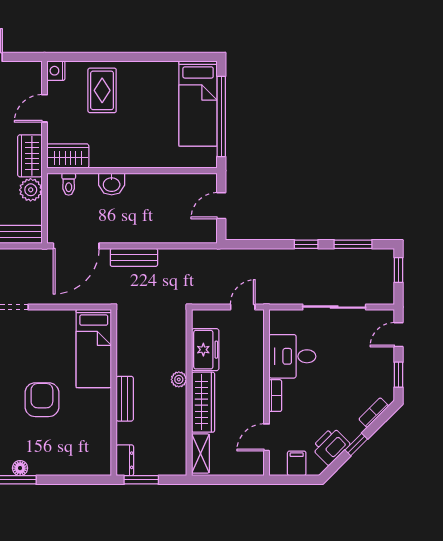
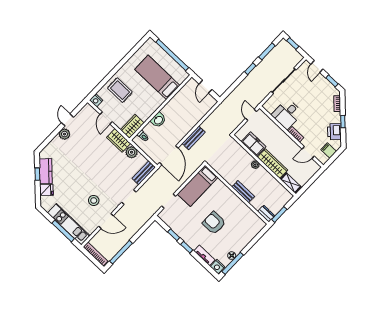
bed: (198, 104) -> (157, 77), moved, turned 180
bed: (94, 348) -> (198, 186), moved, turned 90
door: (267, 437) -> (308, 153), hinge flipped

